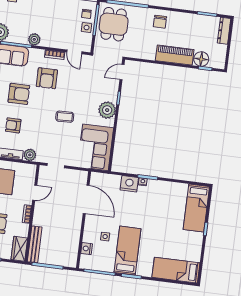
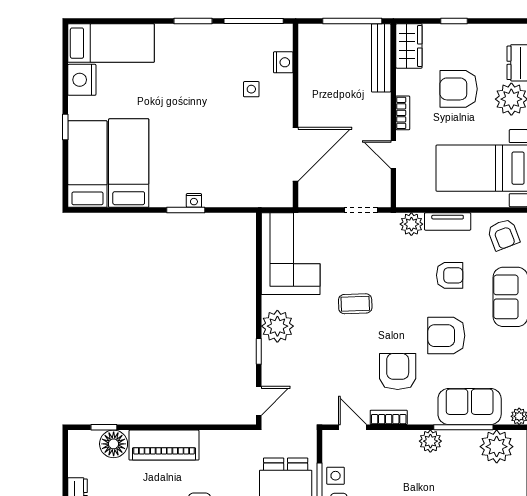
nightstand: (129, 184) -> (82, 80), moved, turned 90
door: (35, 193) -> (393, 155), hinge flipped
door: (86, 199) -> (296, 154), swing flipped
bed: (127, 251) -> (129, 163), moved, turned 180

